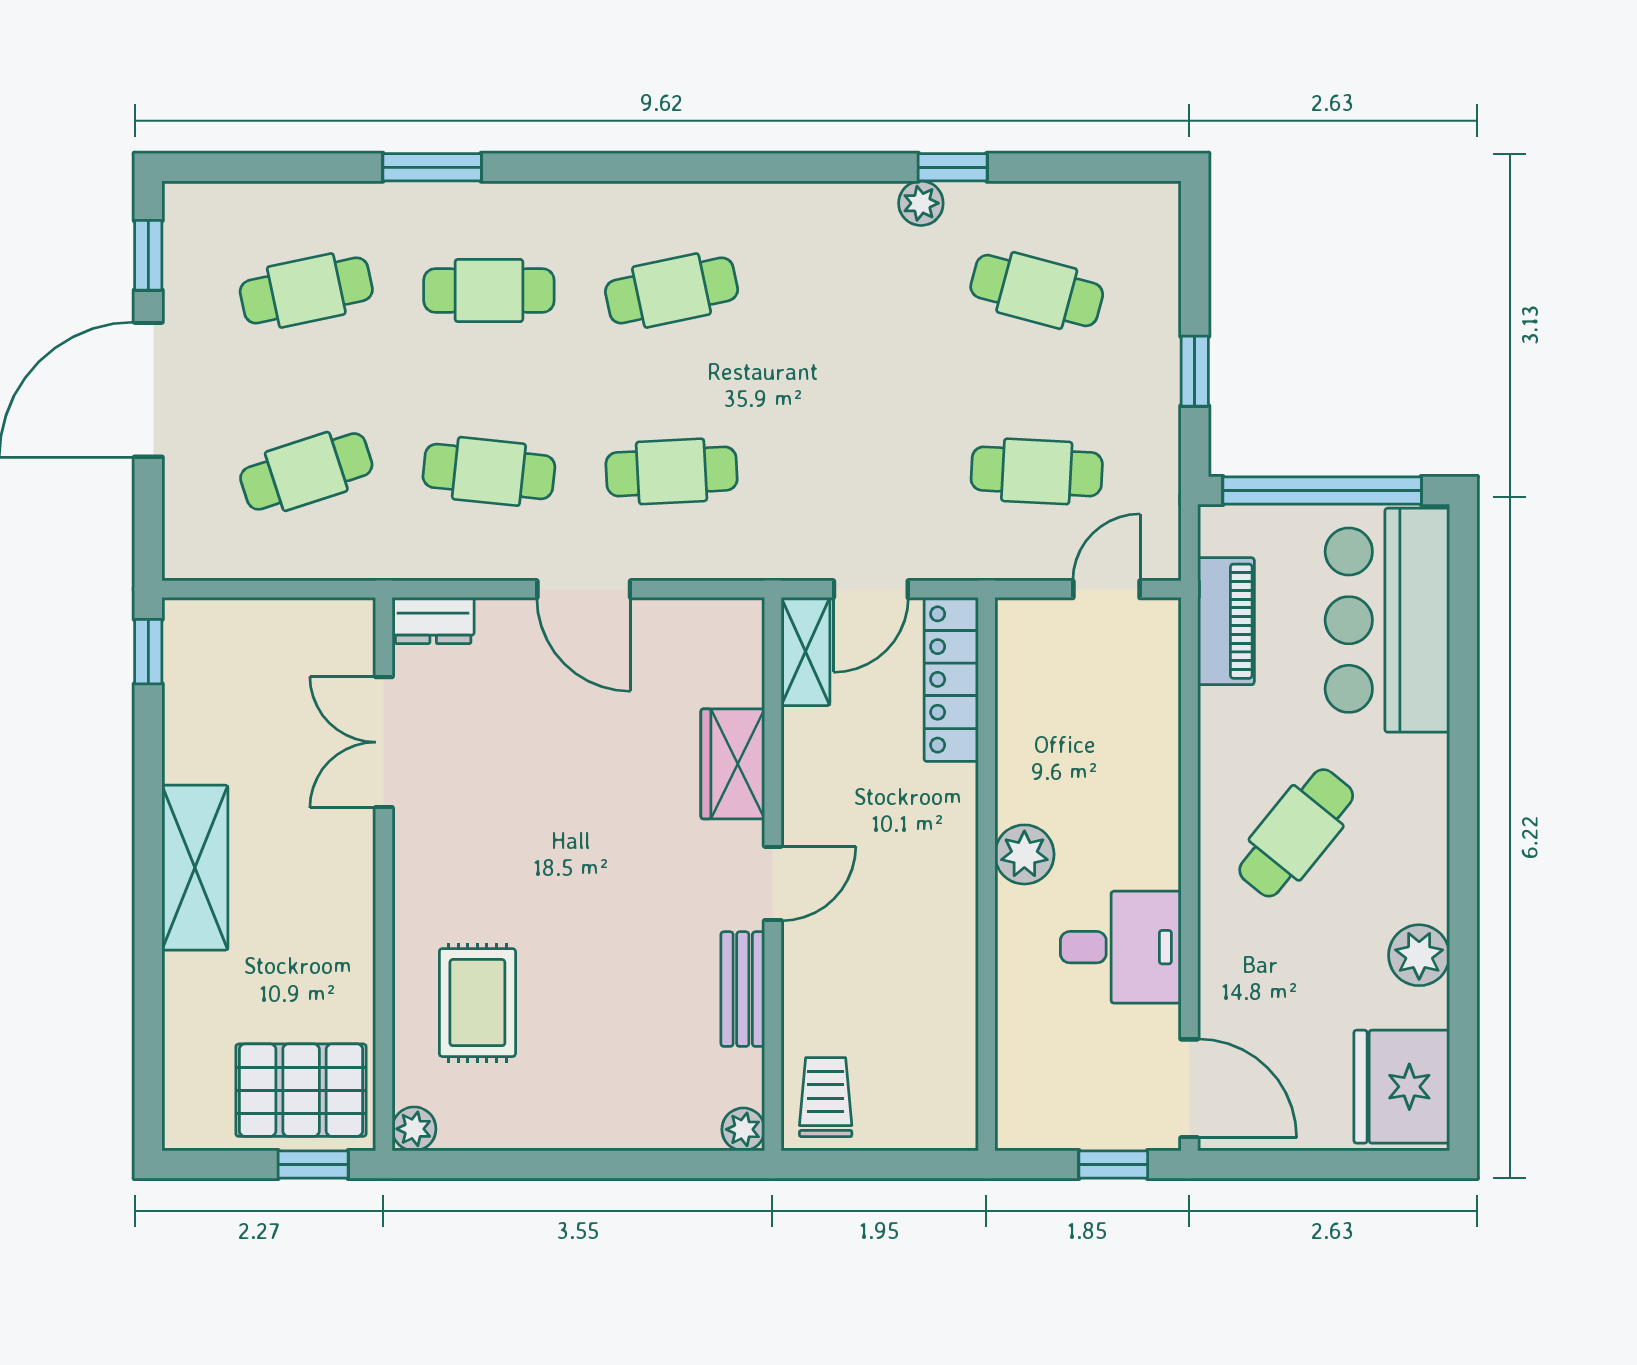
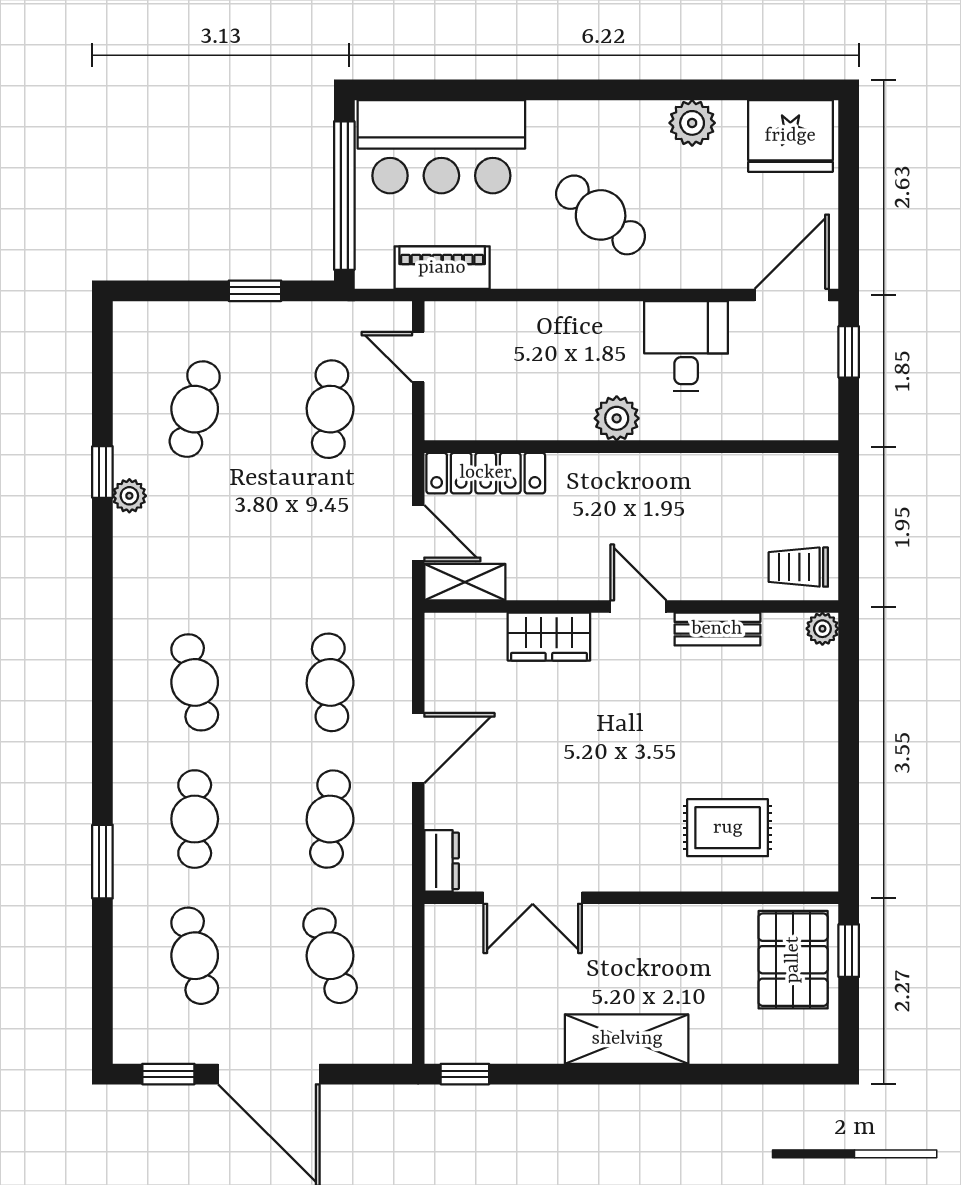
plant: (414, 1129) -> (822, 875), removed

